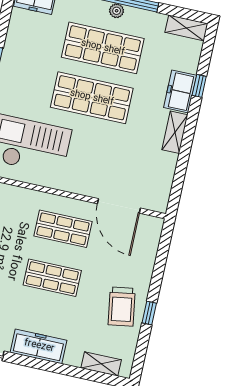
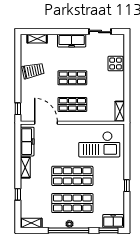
freezer: (180, 91) -> (27, 142), moved, width x1.40
trolley: (122, 307) -> (33, 71), turned 87
window: (149, 313) -> (18, 109), moved

